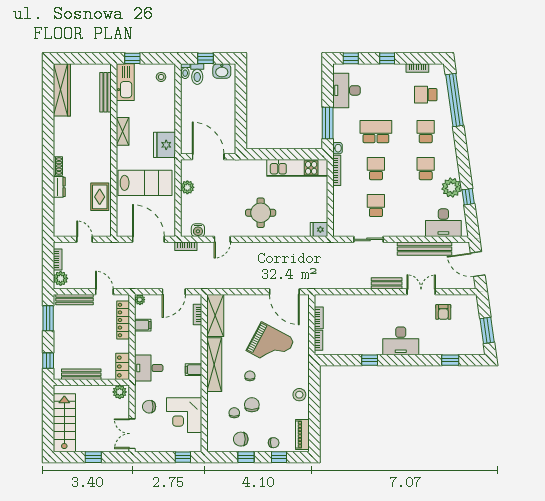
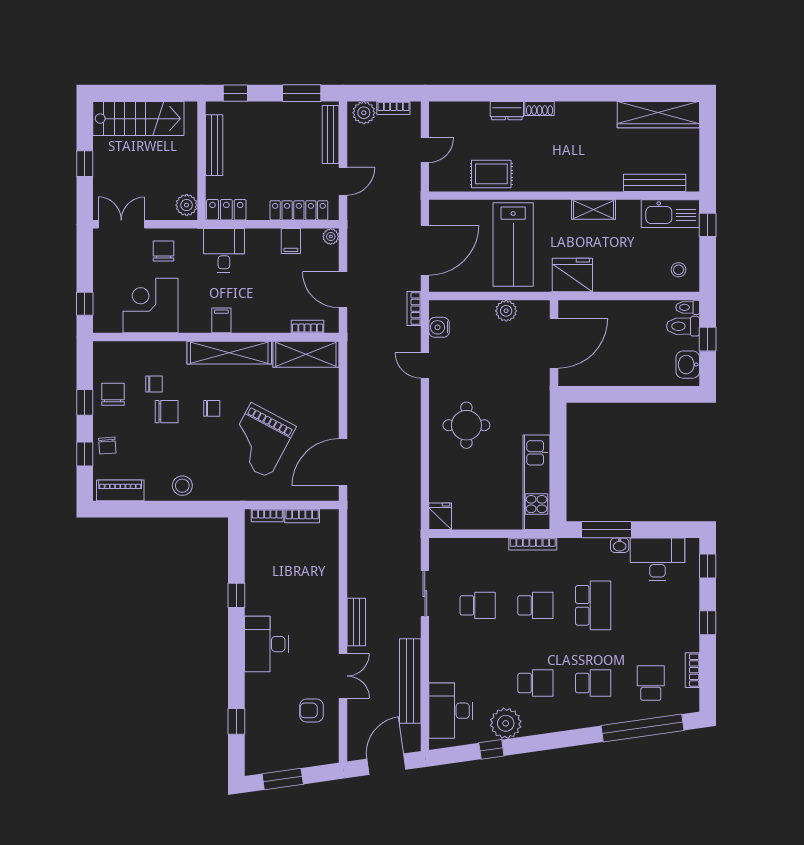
washbasin: (337, 148) -> (620, 545), moved

